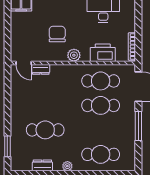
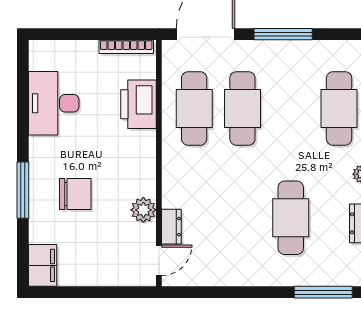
chair: (57, 34) -> (75, 194), moved, turned 180
plant: (74, 55) -> (143, 210), moved
window: (7, 146) -> (323, 292), width x1.44

